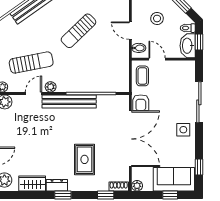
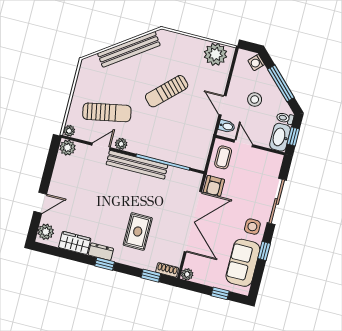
window: (199, 167) -> (264, 251), moved
sofa: (174, 179) -> (243, 263), moved, turned -90

